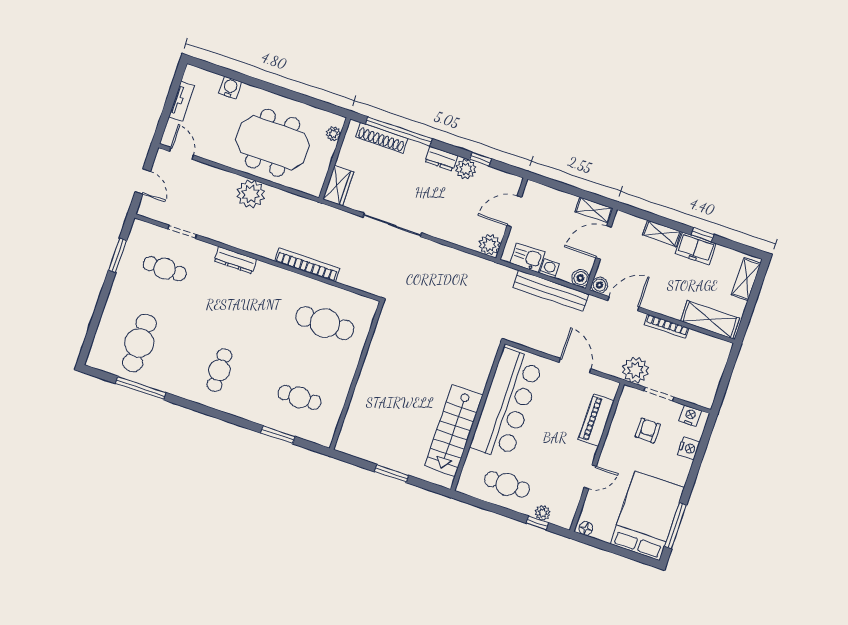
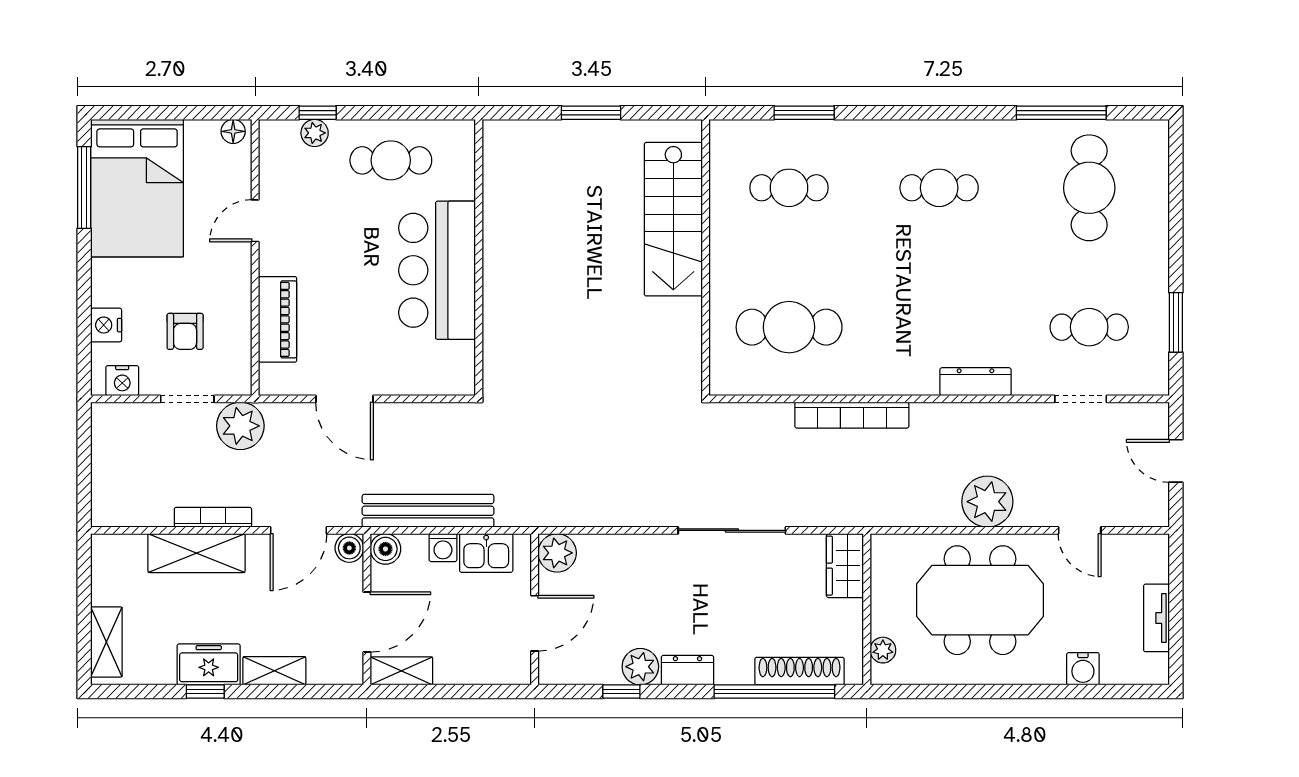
door: (181, 153) -> (1080, 530), moved
shelving: (710, 320) -> (197, 553), moved
cafe table: (219, 370) -> (939, 188), turned 90
bar counter: (507, 404) -> (437, 270), width x0.73
stairs: (454, 431) -> (673, 219), moved, turned 180

